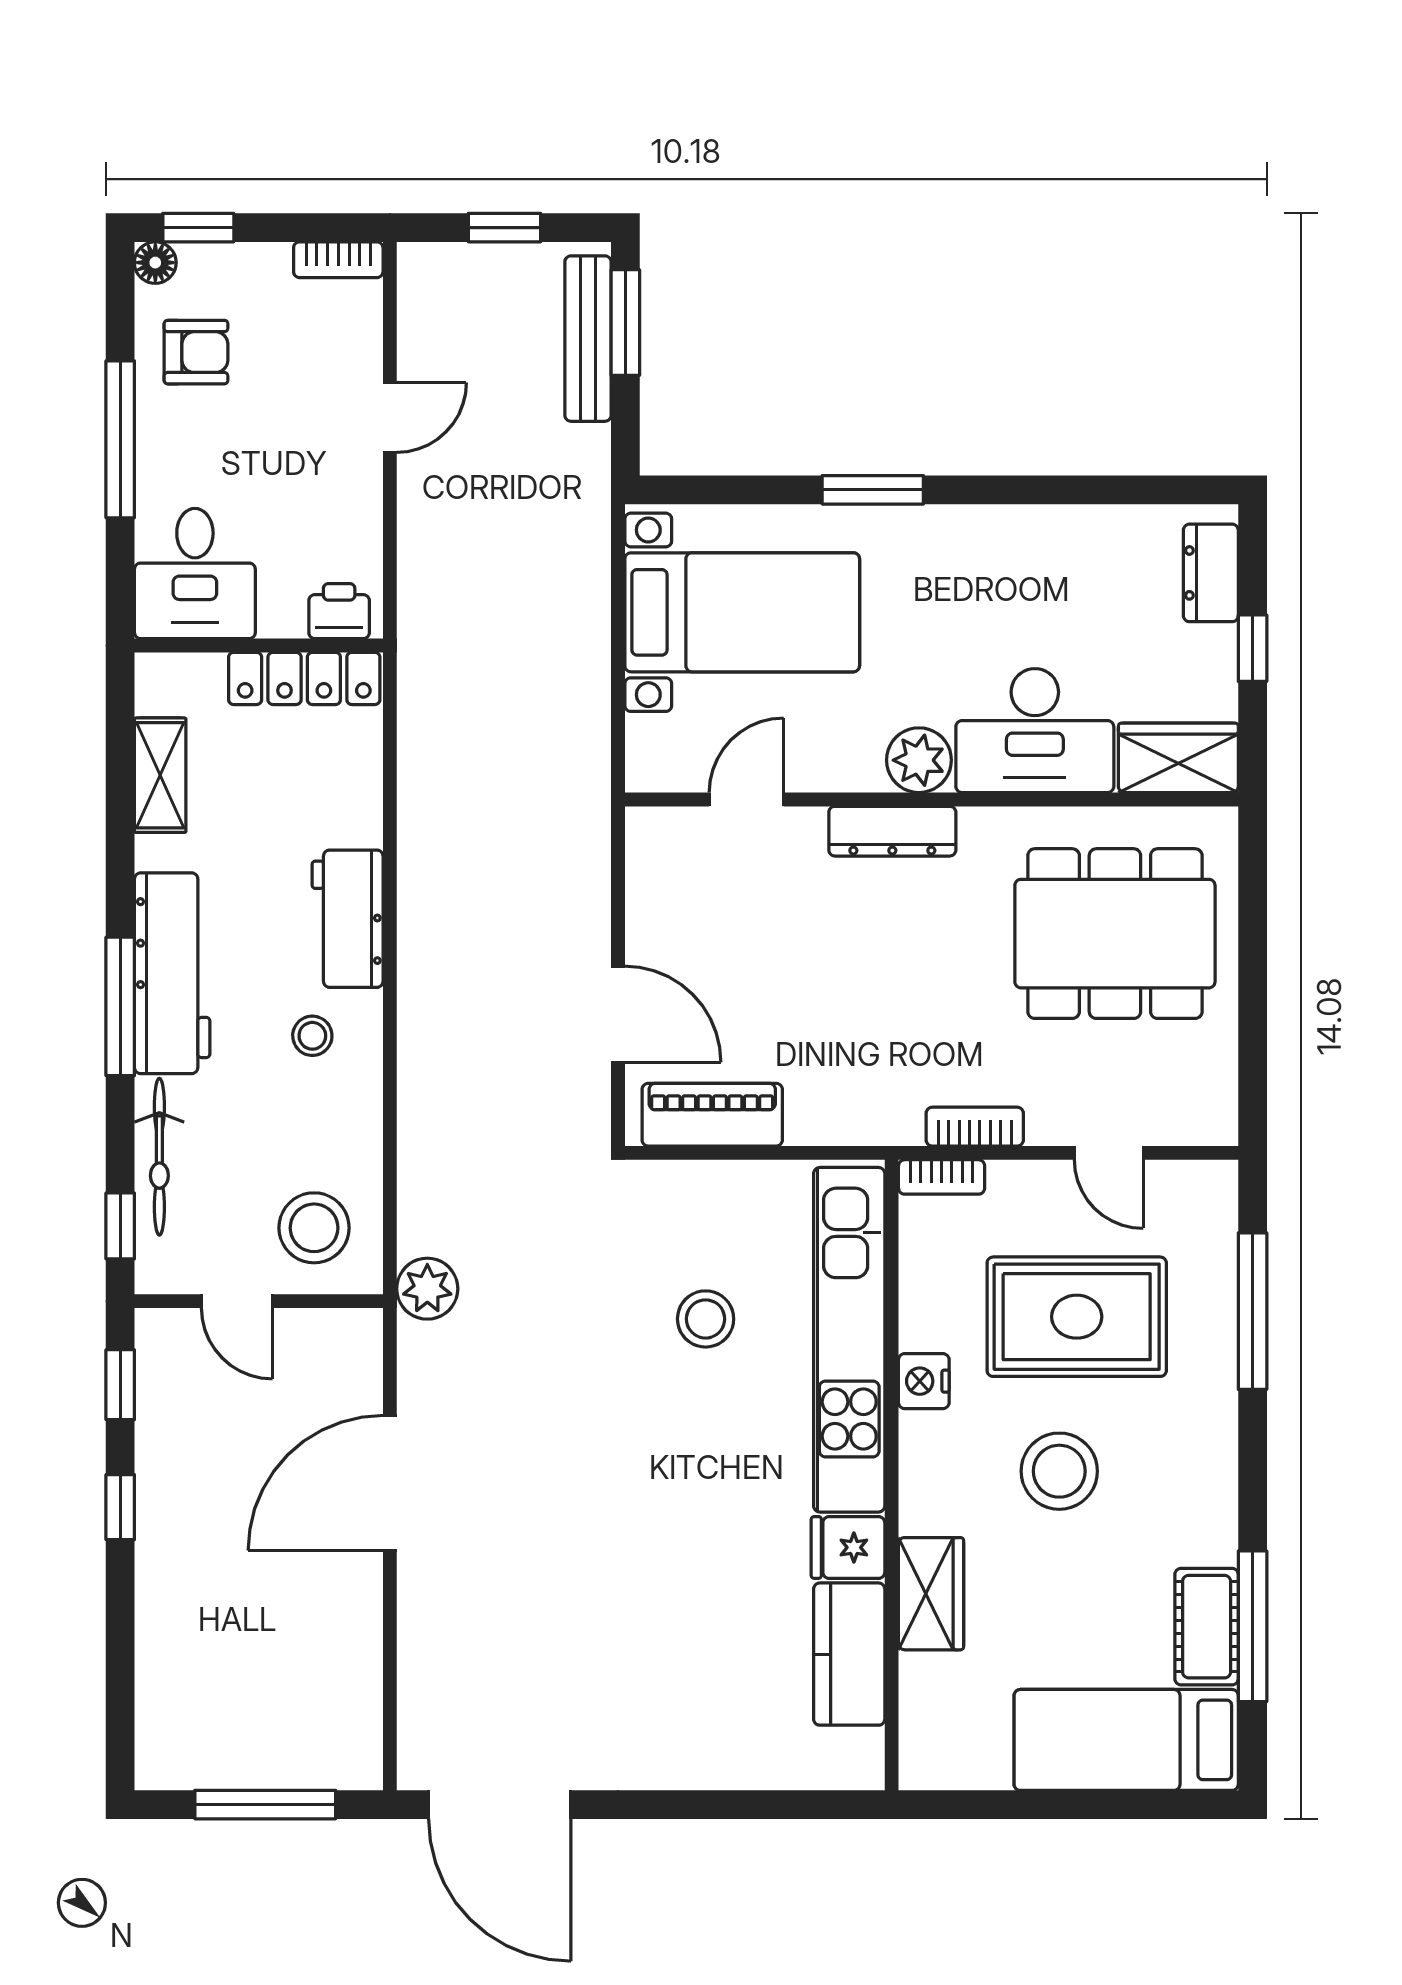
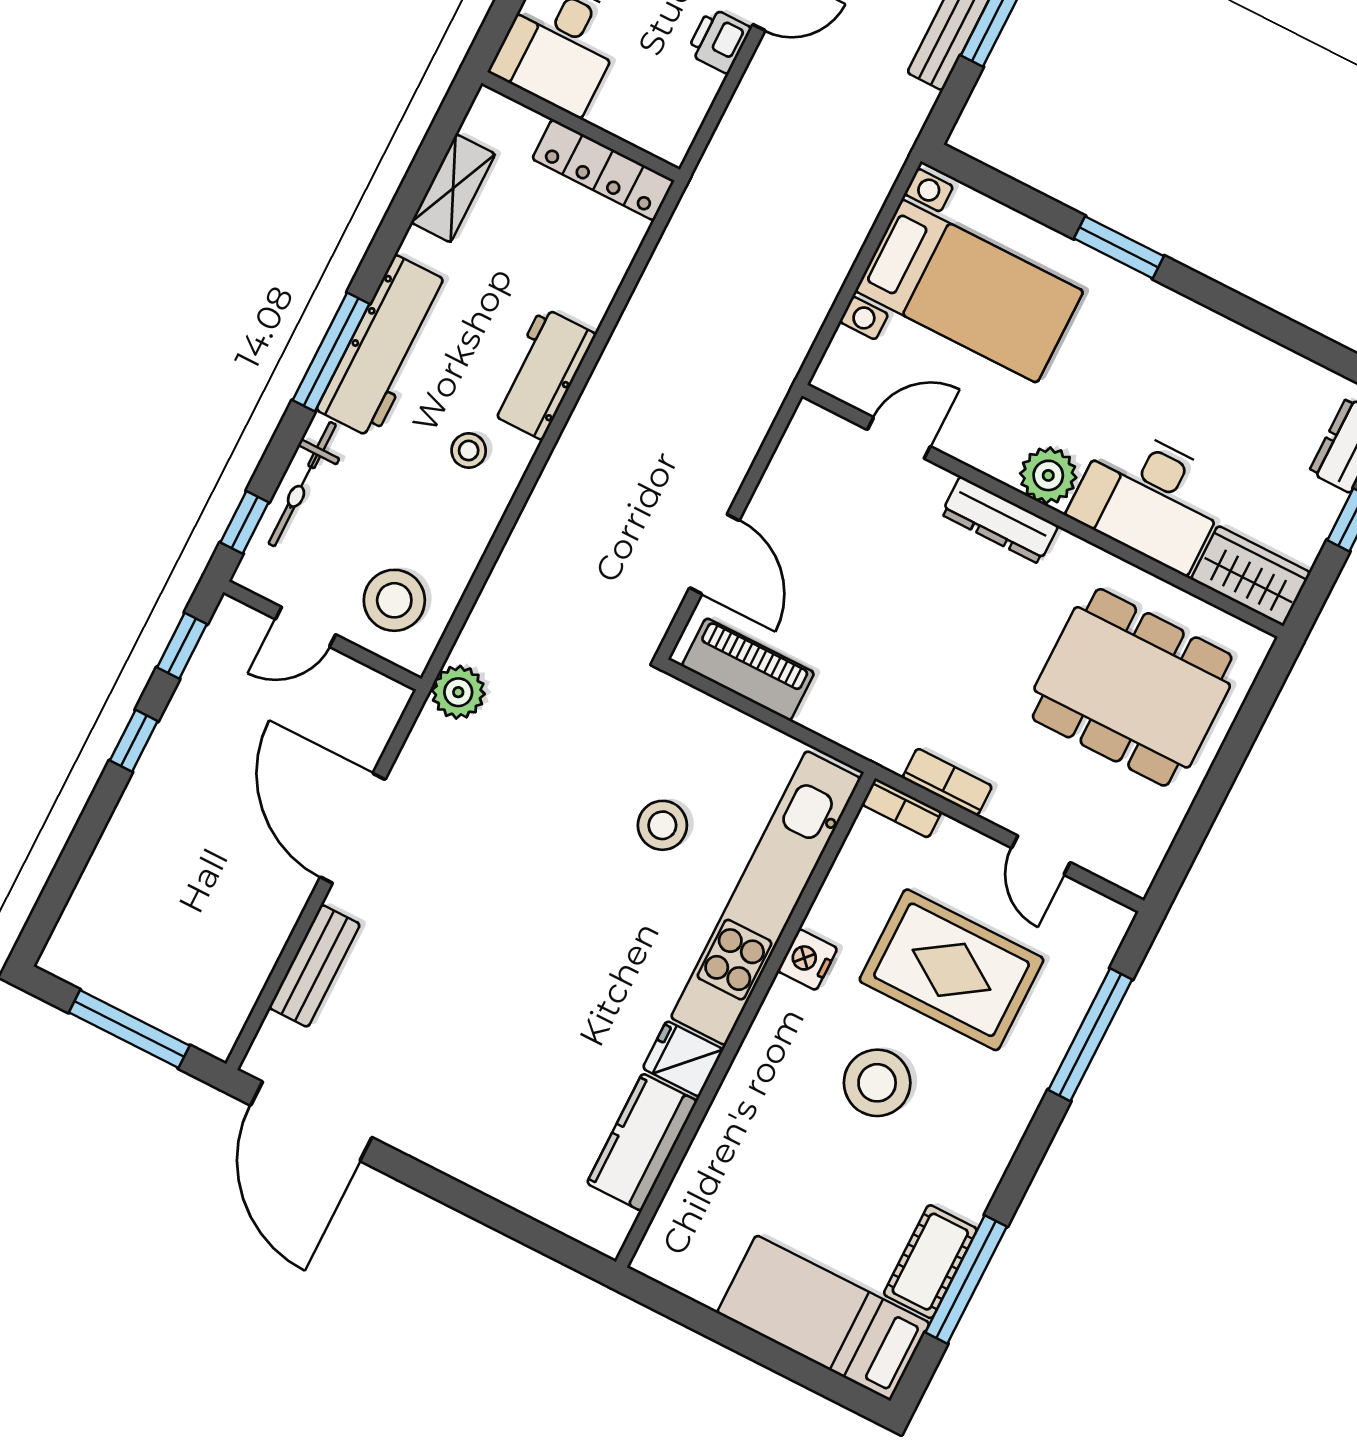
printer: (339, 611) -> (719, 41), moved, turned -90
door: (237, 1301) -> (306, 627), hinge flipped
door: (390, 1483) -> (353, 828), hinge flipped
wardrobe: (931, 1594) -> (729, 1127), removed
bench: (422, 1644) -> (314, 966), added

